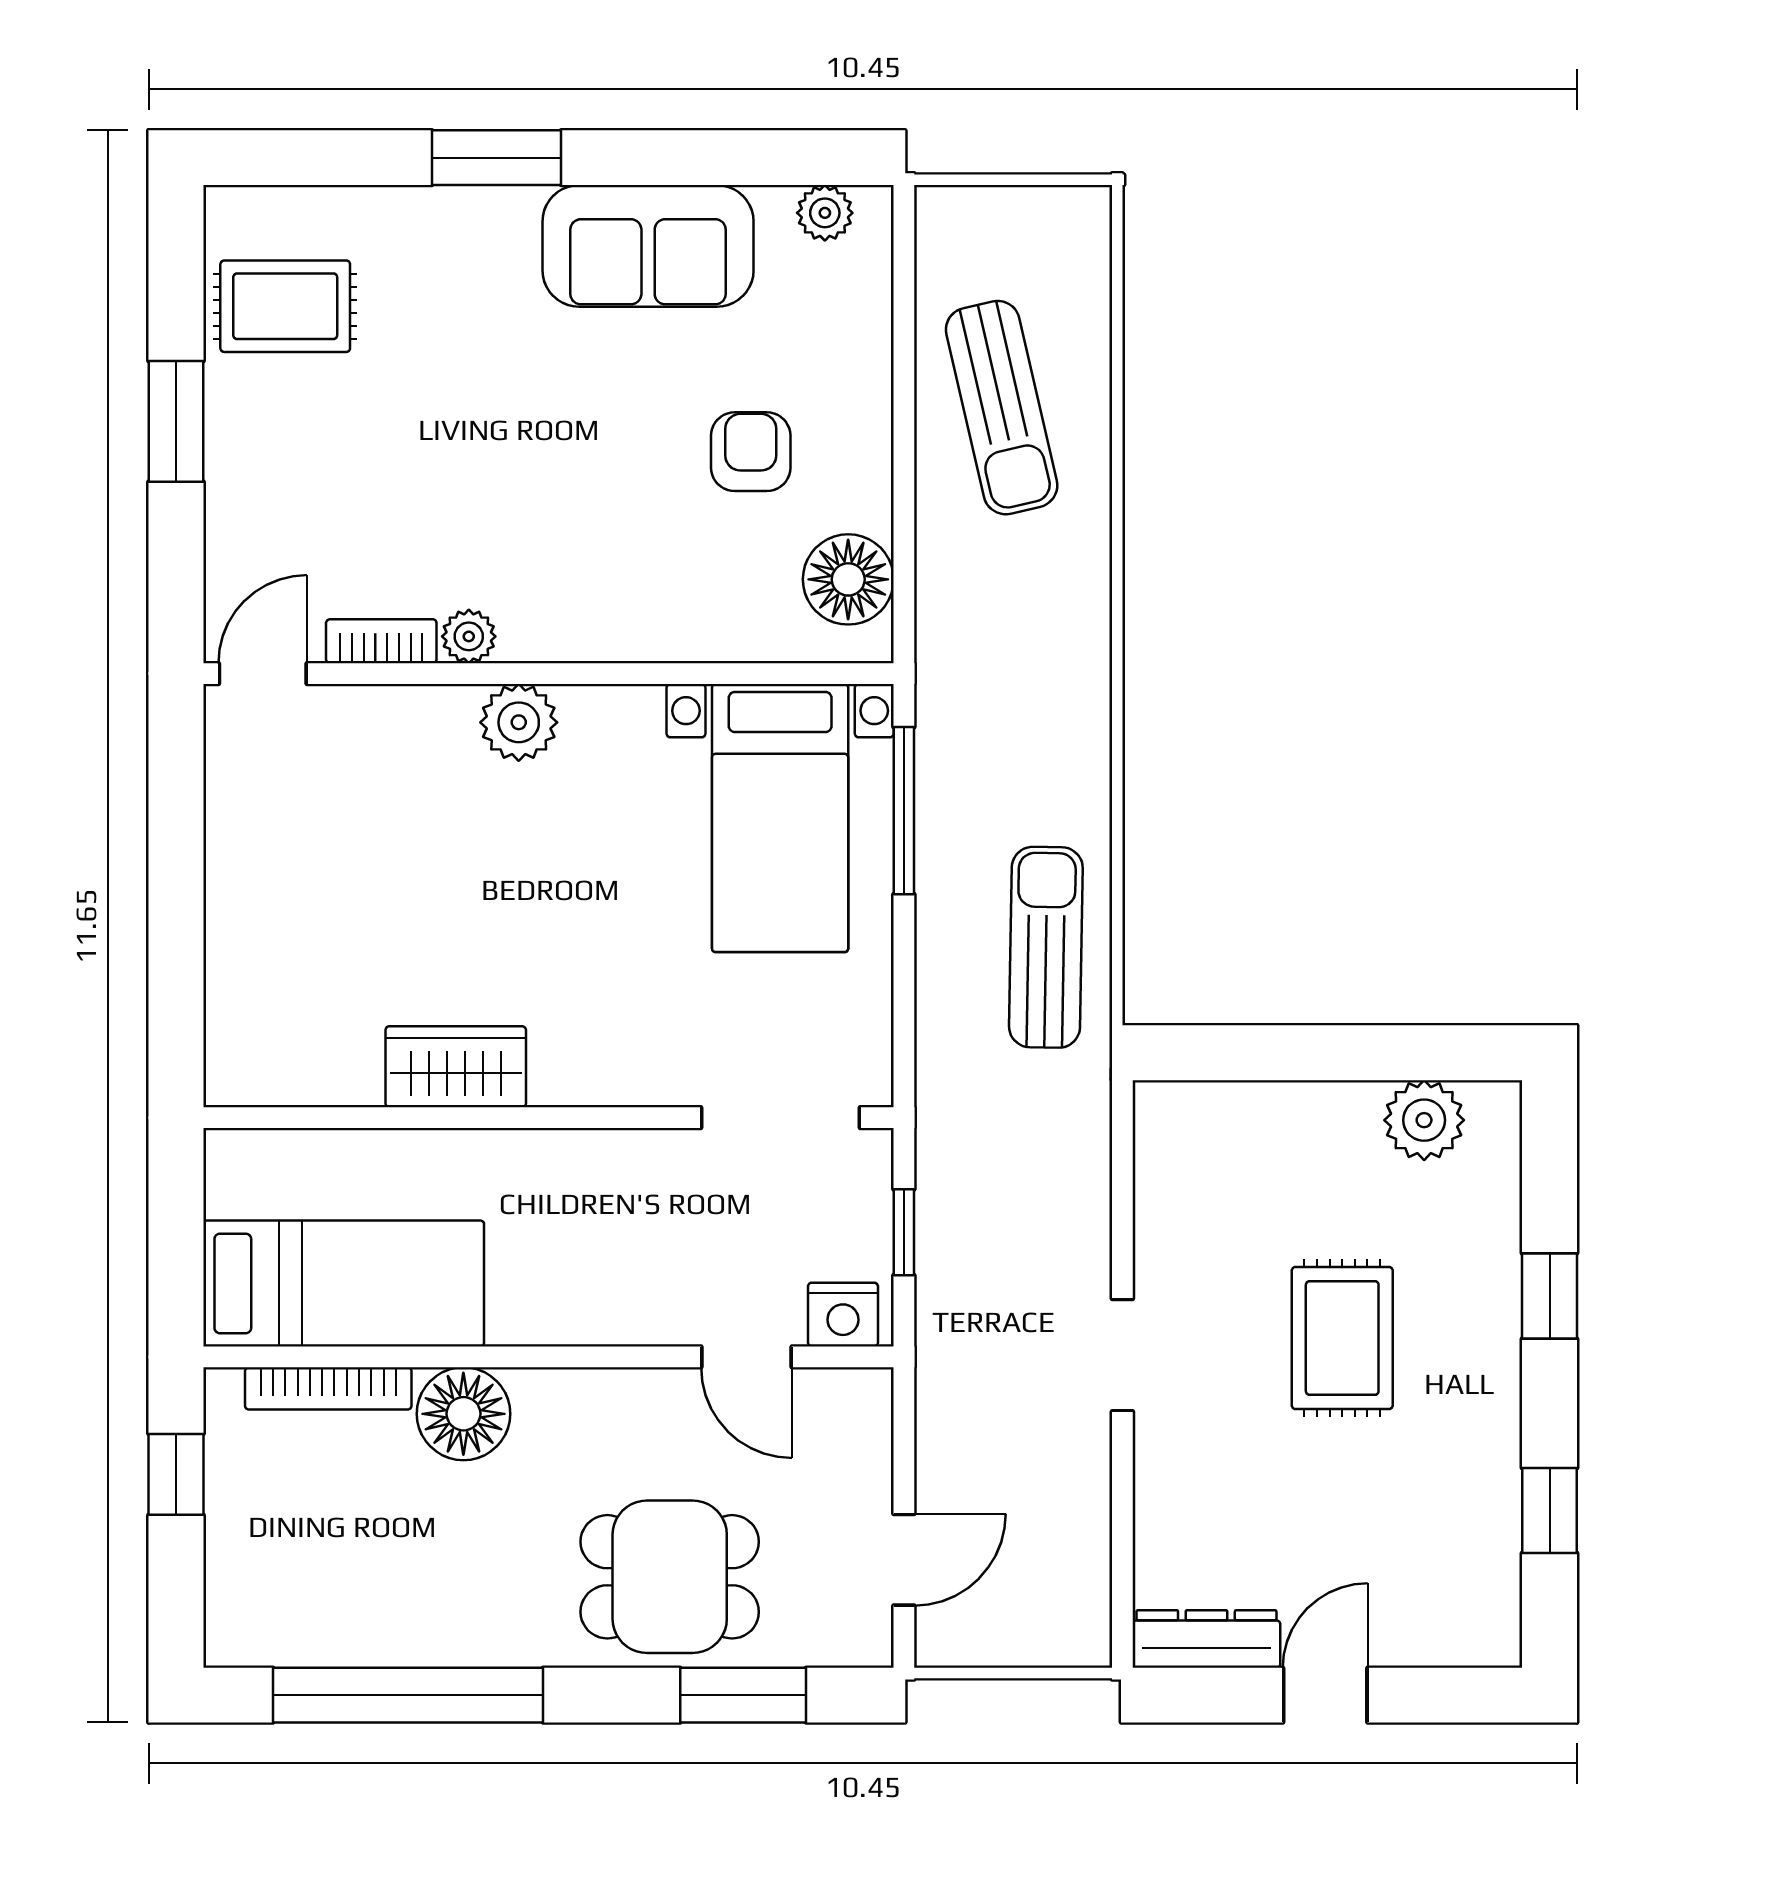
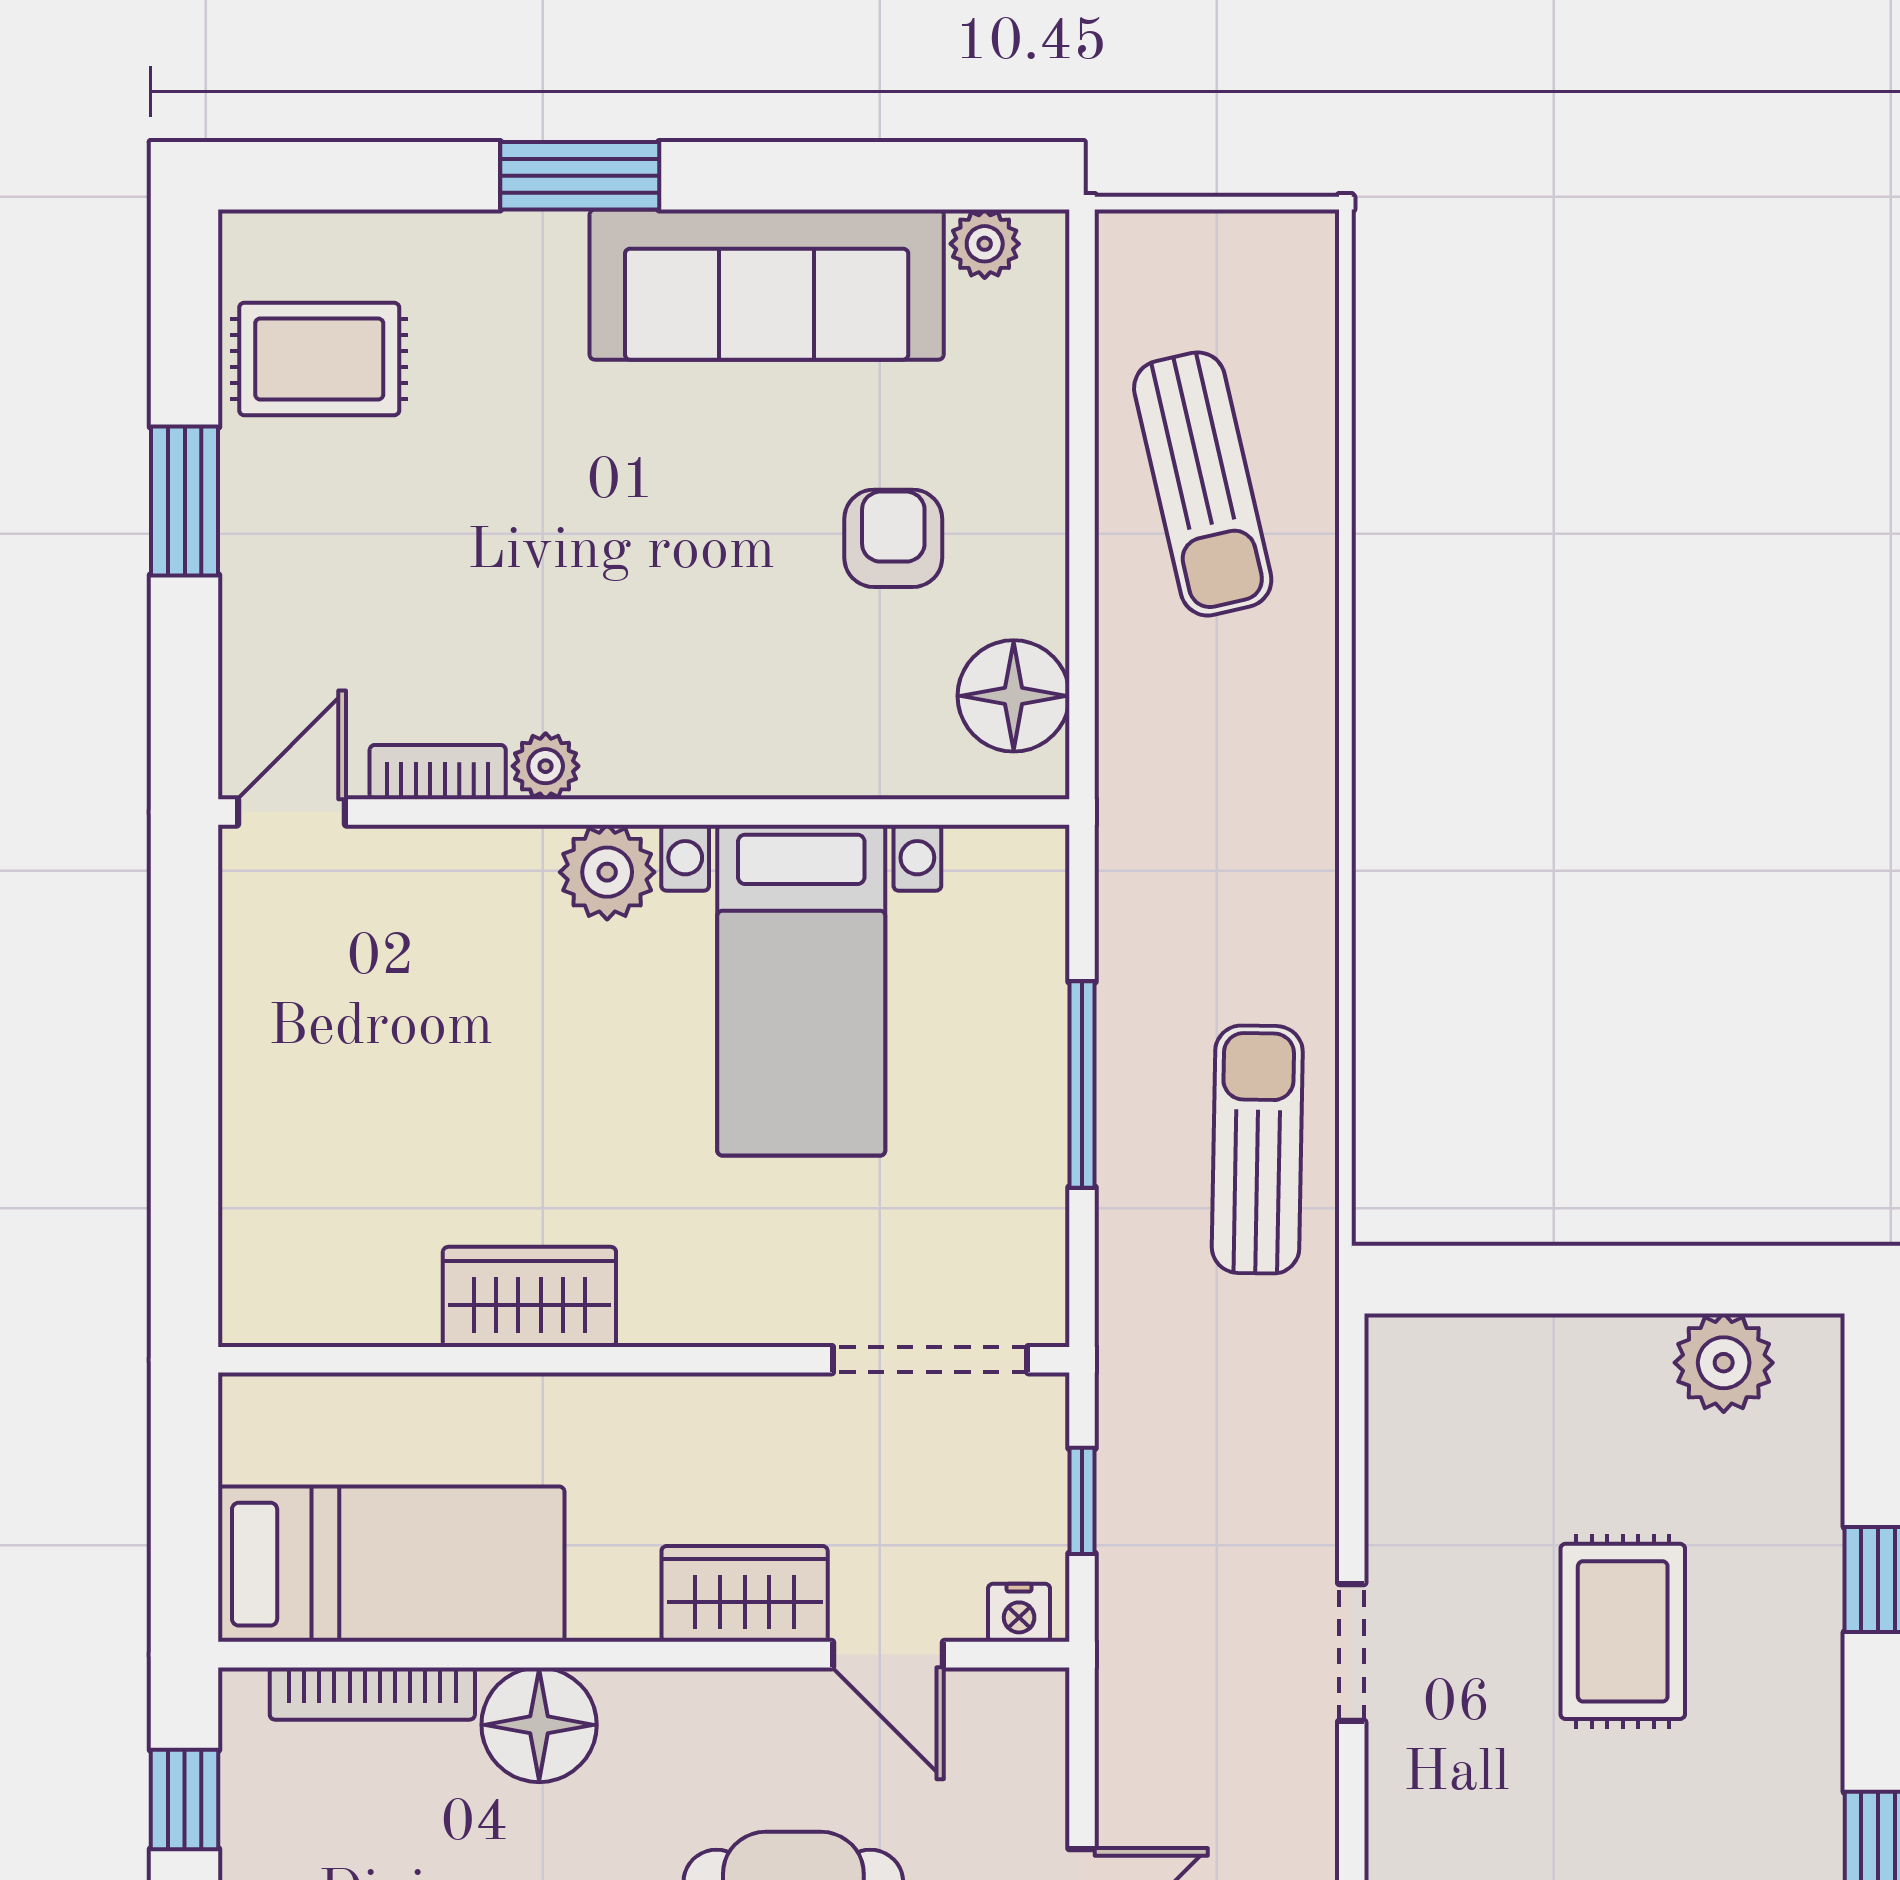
sofa: (648, 246) -> (767, 285), width x1.36
window: (904, 811) -> (1082, 1085), moved
bed with nightstands: (780, 818) -> (801, 990), moved
wardrobe: (630, 1308) -> (745, 1594), added
nightstand: (843, 1315) -> (1019, 1613), width x0.72, depth x0.74

